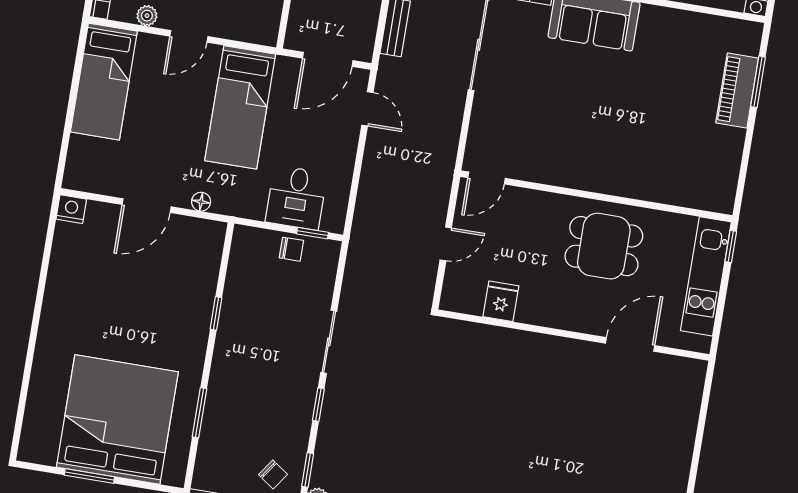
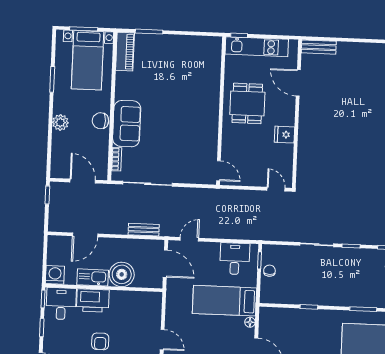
piano: (737, 90) -> (125, 52), moved, turned -90
bed: (240, 107) -> (224, 301), moved, turned 180
desk: (296, 198) -> (235, 259), moved, turned -90
door: (446, 244) -> (276, 189), moved
fridge: (501, 301) -> (284, 135), moved
bench: (691, 390) -> (319, 47), added

